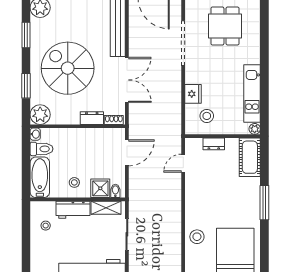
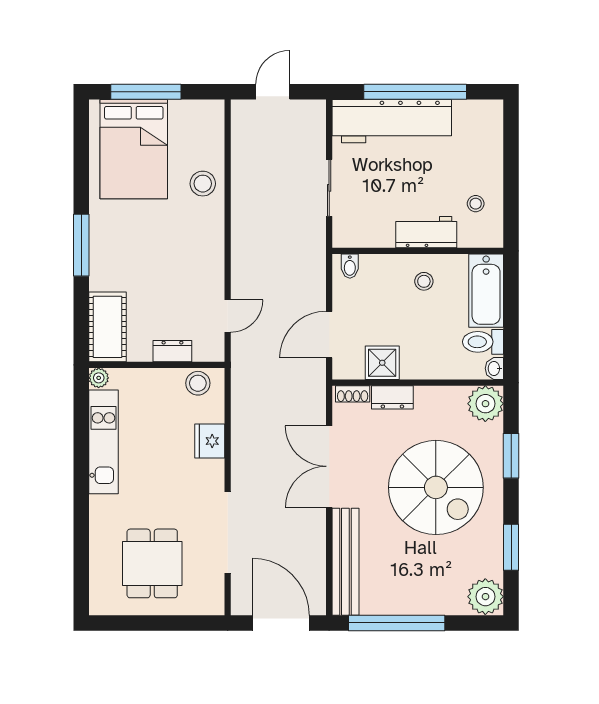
stool: (207, 116) -> (198, 383), moved
shower: (100, 188) -> (382, 363), moved
shelving: (106, 208) -> (367, 236), removed

